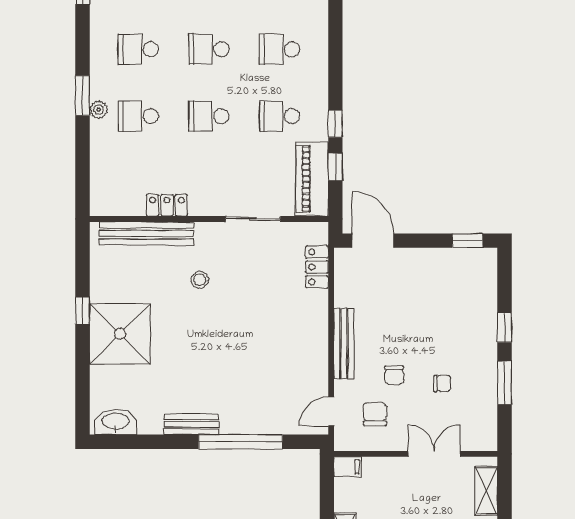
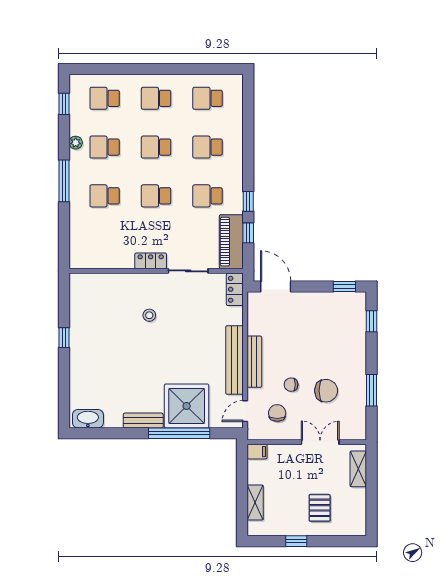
window: (83, 96) -> (64, 181), width x1.44
plant: (99, 110) -> (76, 143), moved
locker: (167, 205) -> (151, 261), moved
bench: (147, 234) -> (234, 360), moved, turned 90
locker: (317, 267) -> (235, 289), moved
window: (505, 327) -> (372, 321), moved
shower: (120, 334) -> (187, 406), moved
chair: (394, 375) -> (291, 385), turned 90
chair: (442, 383) -> (326, 391), width x1.87, depth x1.87

